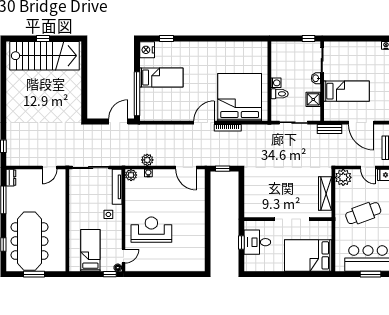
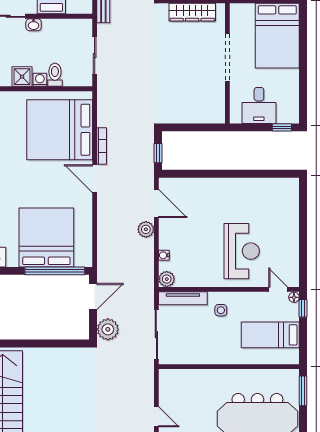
bed: (161, 77) -> (46, 237), width x2.04
shower: (313, 99) -> (22, 77), moved
door: (118, 122) -> (93, 296), swing flipped
plant: (94, 132) -> (108, 329), added
plant: (147, 160) -> (146, 229), moved
door: (49, 168) -> (156, 417), moved
door: (186, 168) -> (156, 203), hinge flipped
reception desk: (151, 230) -> (242, 251), turned 180
window: (241, 242) -> (282, 127), moved
window: (34, 274) -> (303, 391), moved

